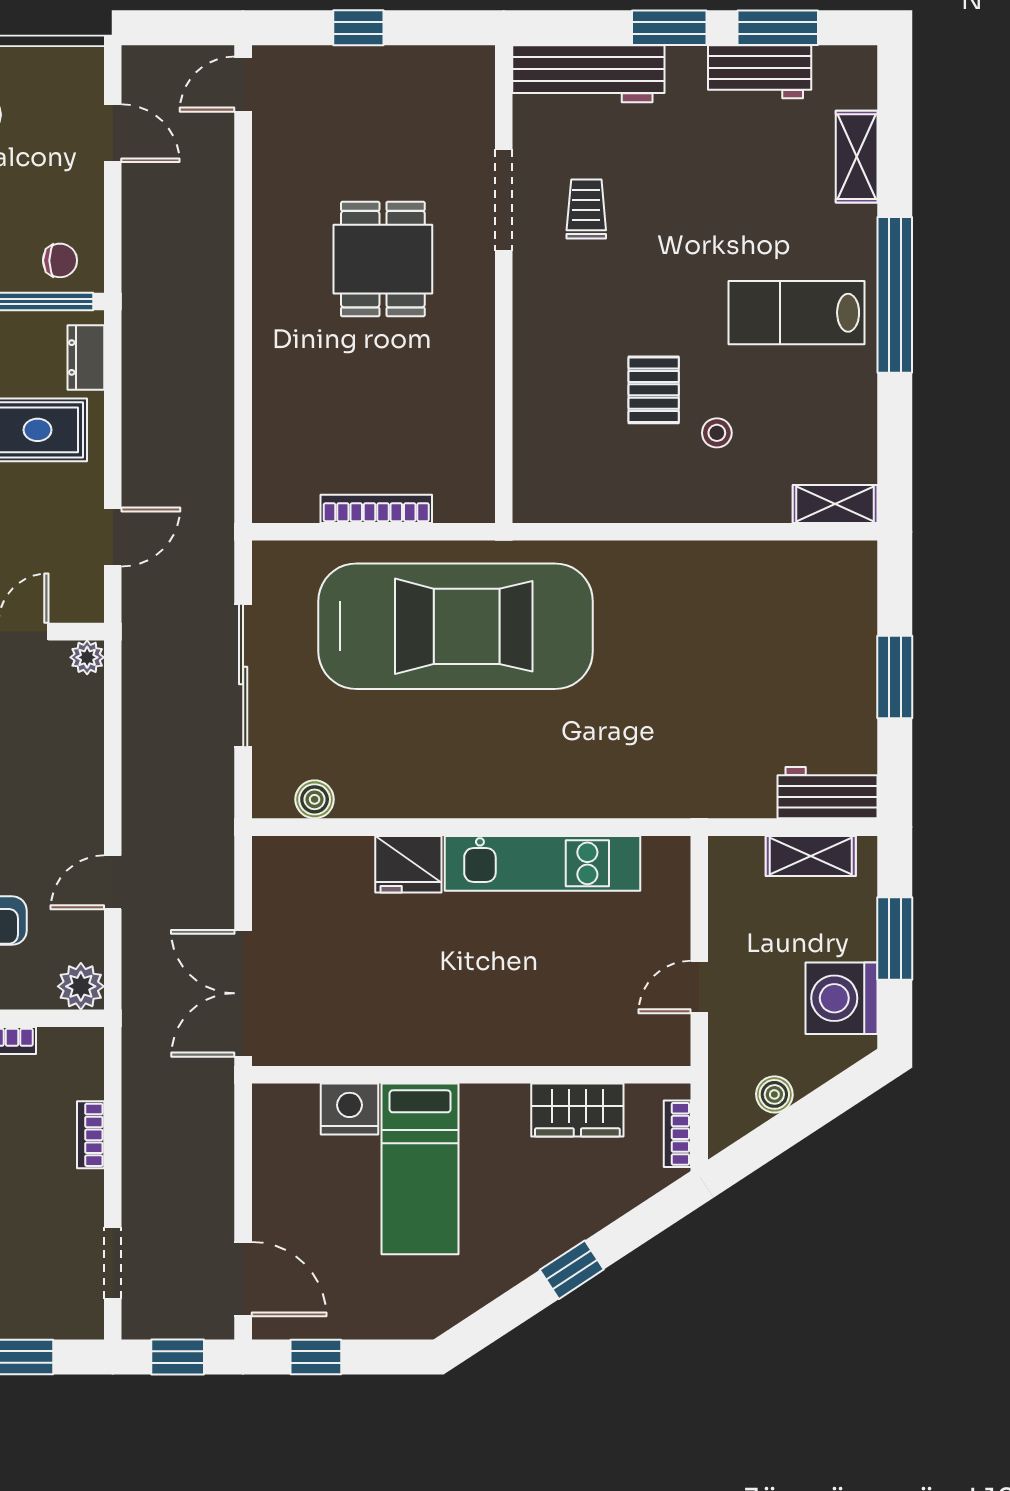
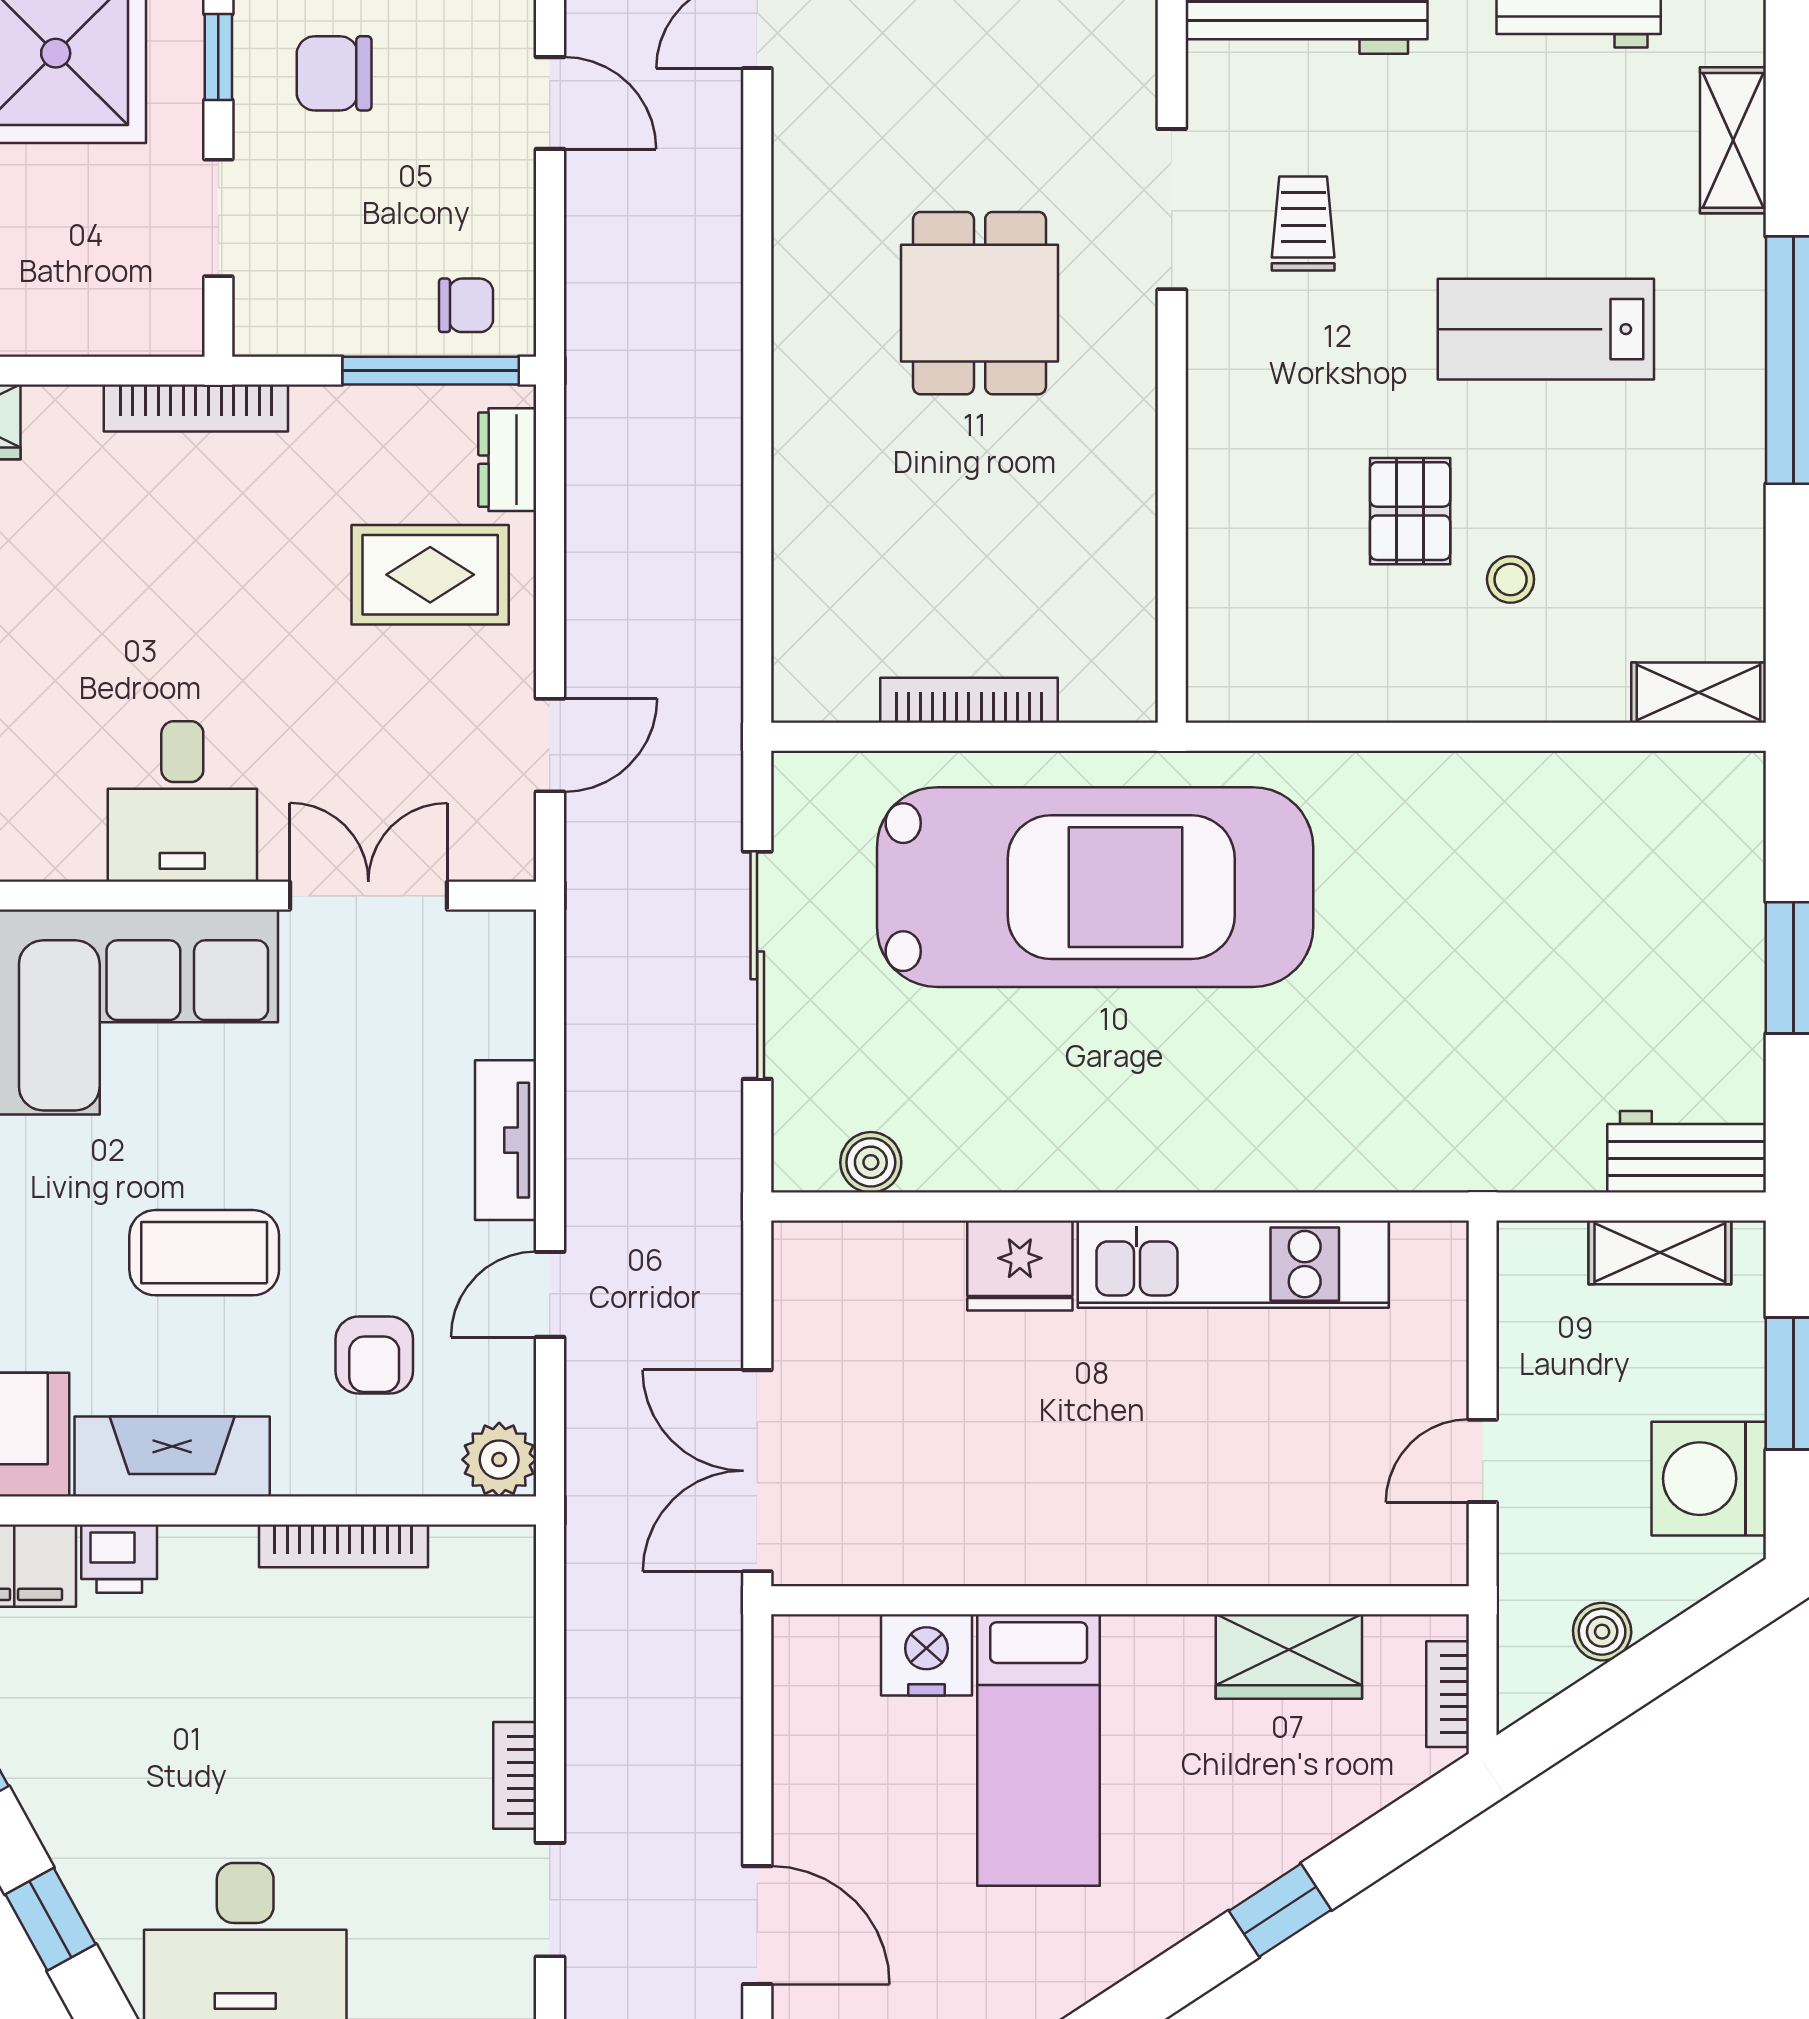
lab bench: (796, 313) -> (1546, 329), moved
plant: (87, 657) -> (509, 936), removed
tv unit: (85, 785) -> (506, 1140), added
bookcase: (91, 1135) -> (515, 1775), moved

